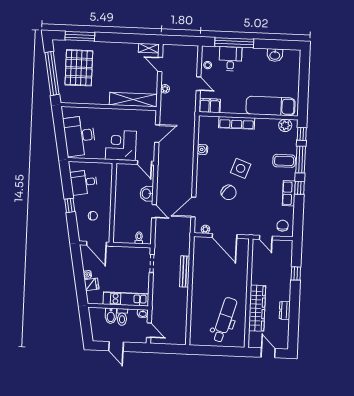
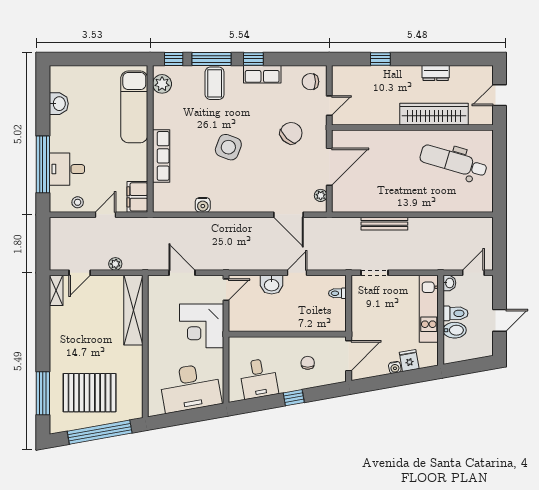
chair: (229, 192) -> (291, 133), moved

